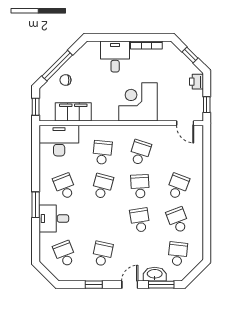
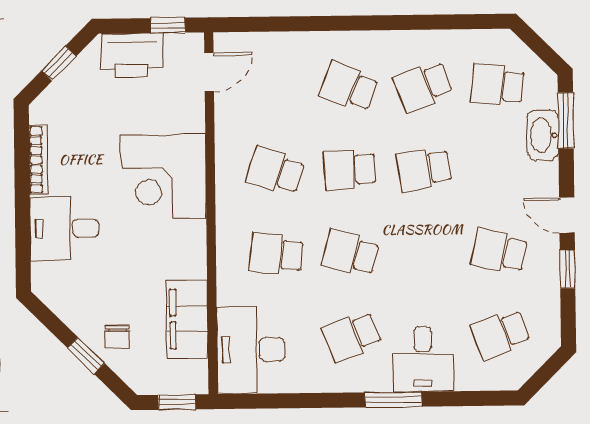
window: (57, 66) -> (86, 356), width x0.46
printer: (196, 82) -> (132, 55), width x1.87, depth x1.48
door: (130, 285) -> (567, 215), moved

